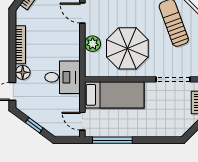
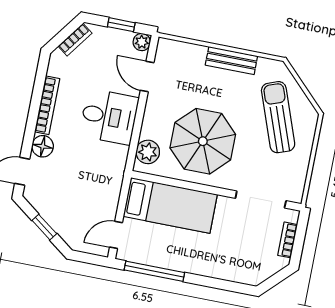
plant: (93, 44) -> (148, 152), moved
desk: (63, 77) -> (109, 117), moved
door: (82, 121) -> (116, 235), hinge flipped

